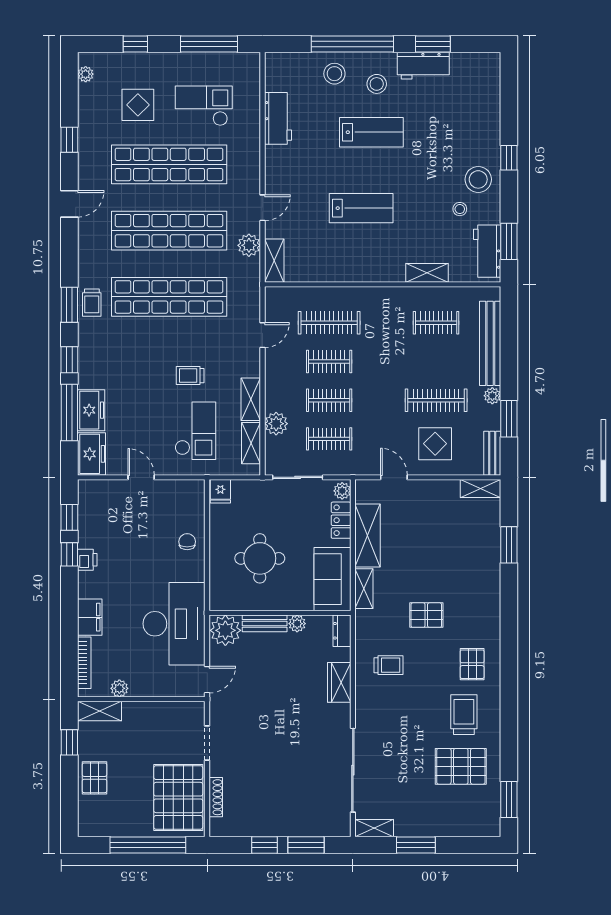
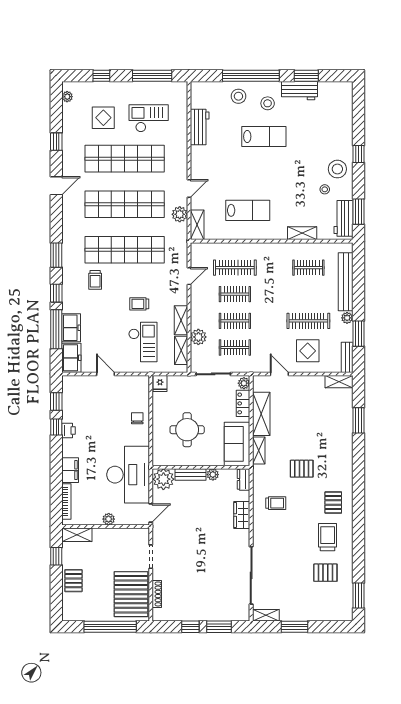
lab bench: (361, 208) -> (248, 210), moved
trolley: (92, 303) -> (95, 280), moved
plant: (119, 688) -> (109, 519), moved
pallet: (461, 766) -> (325, 573), width x0.67, depth x0.71

